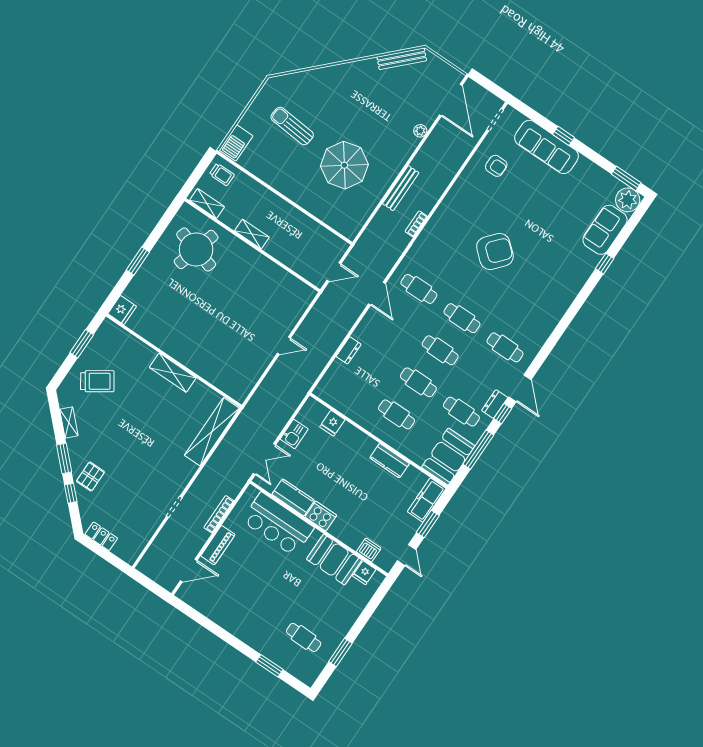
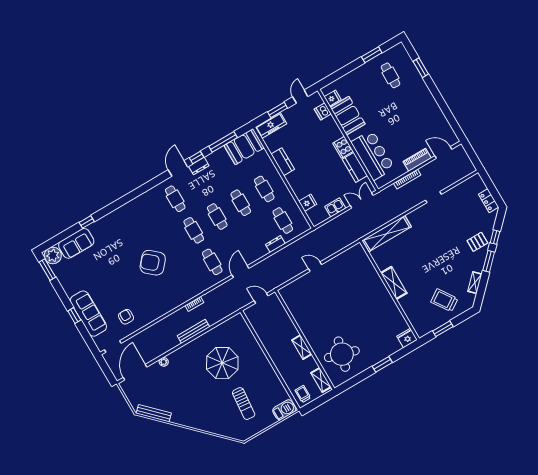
cafe table: (461, 412) -> (283, 221), moved

